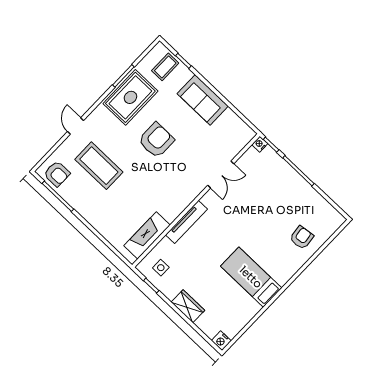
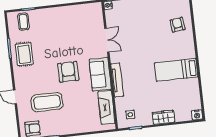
rug: (130, 97) -> (24, 54), width x0.73, depth x0.70
sofa: (203, 100) -> (100, 74), moved, turned 90
armchair: (156, 140) -> (68, 72), moved

